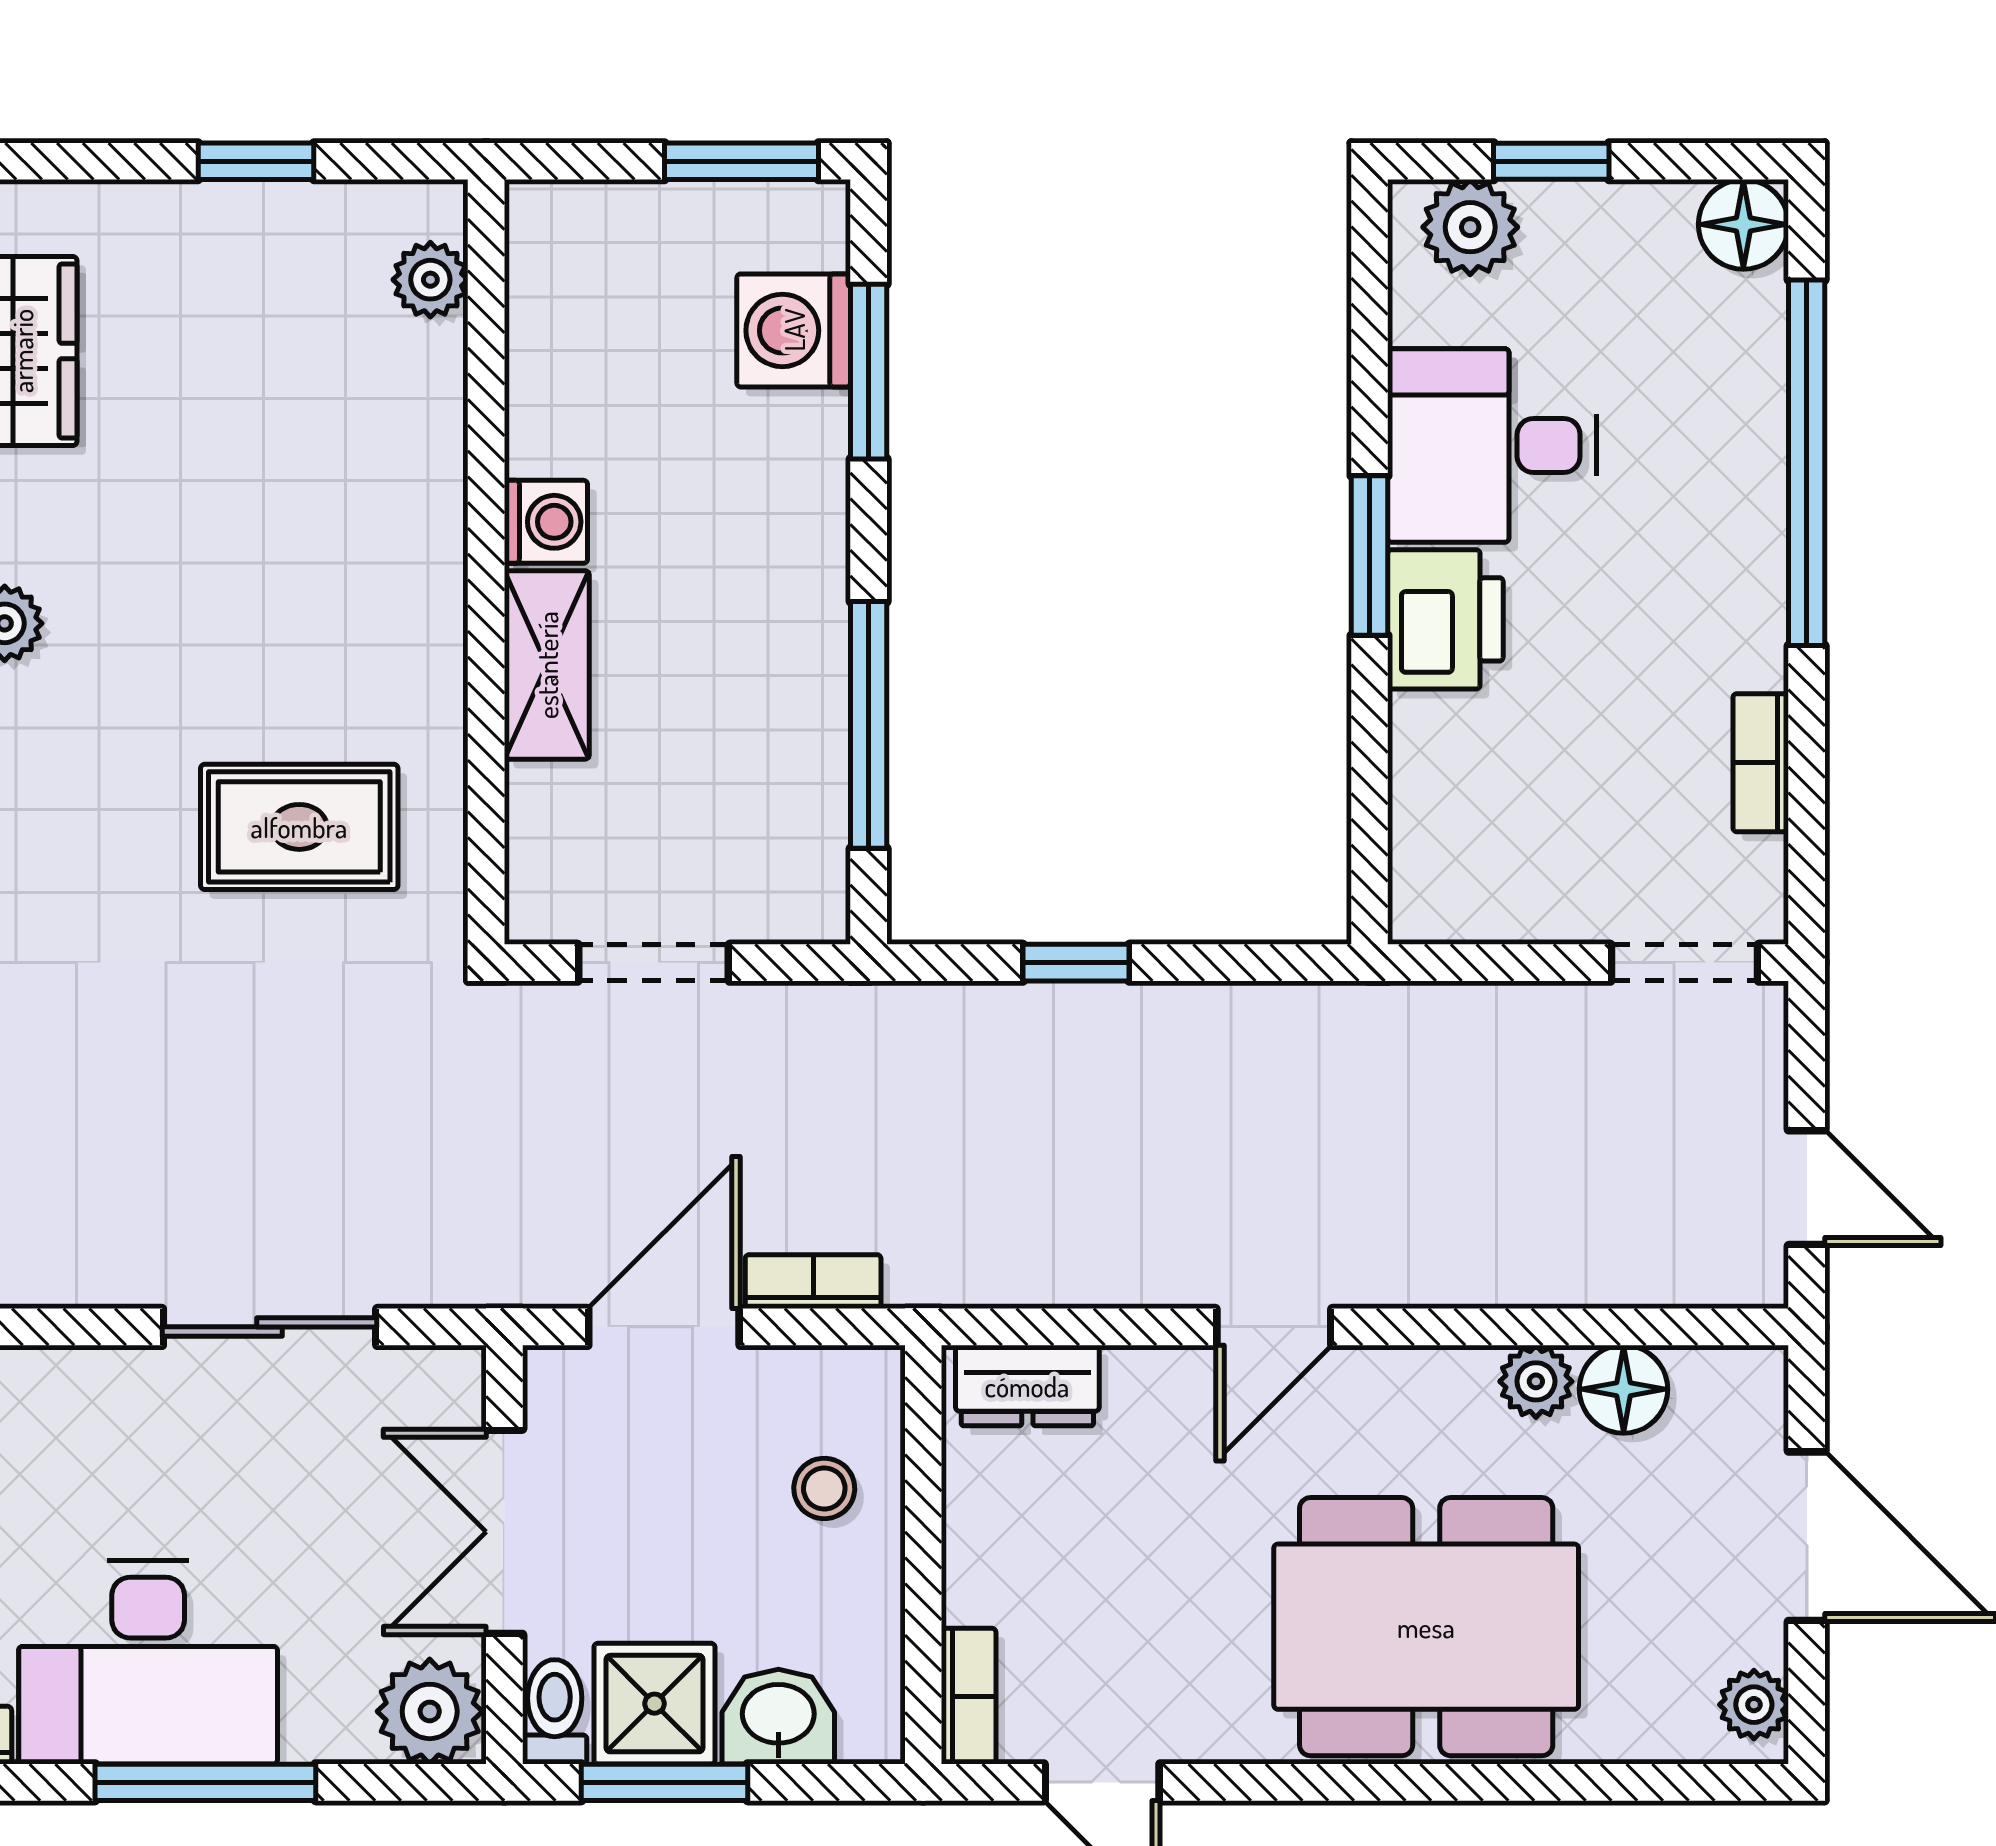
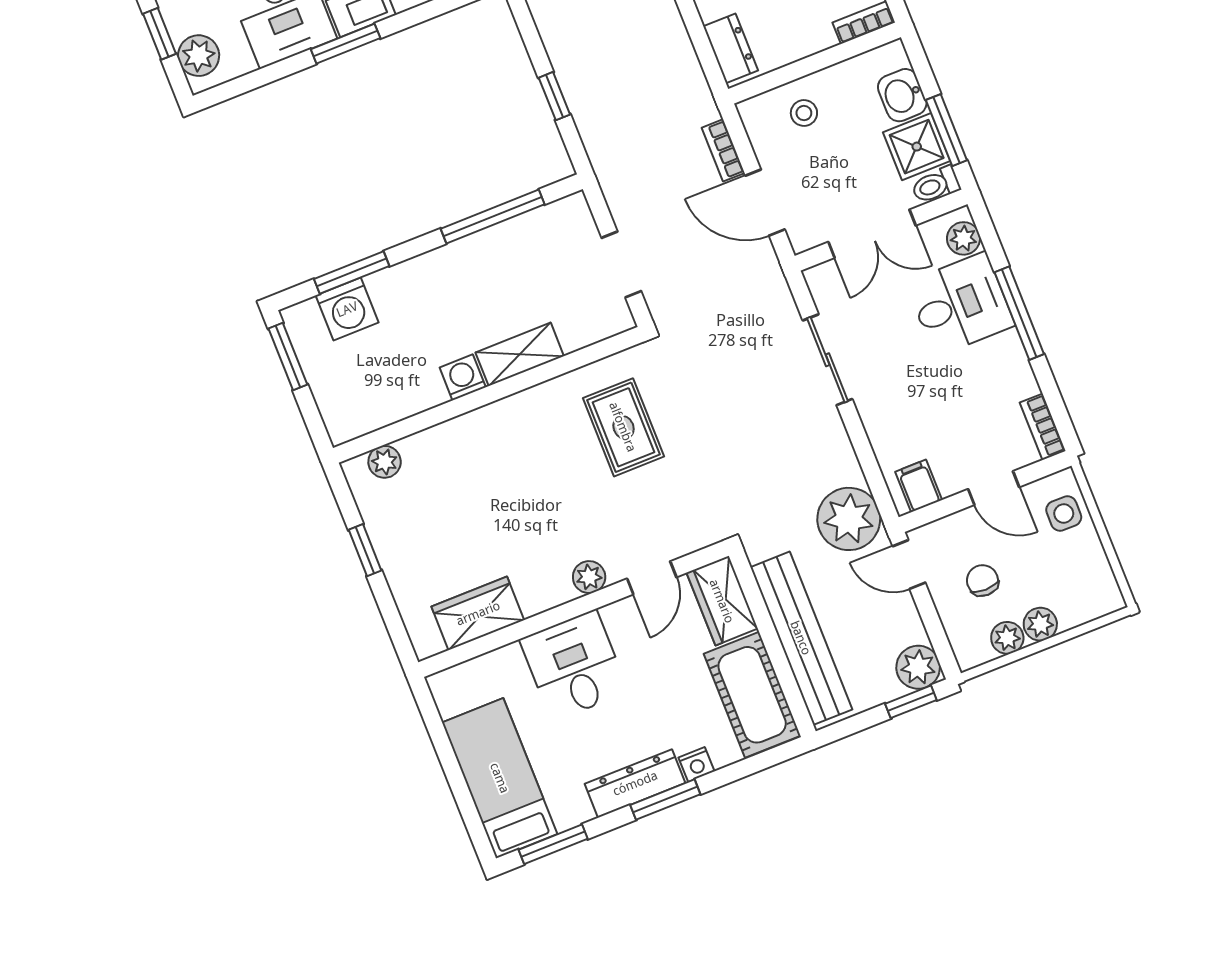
desk: (148, 1663) -> (960, 304), moved, width x0.73
plant: (430, 1711) -> (963, 238), width x0.73, depth x0.73

